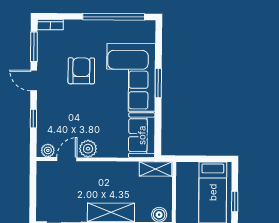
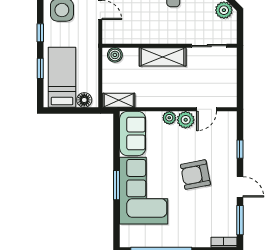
armchair: (81, 71) -> (195, 175), moved, turned 79
plant: (48, 150) -> (169, 118), moved
floor lamp: (190, 169) -> (84, 100), added

